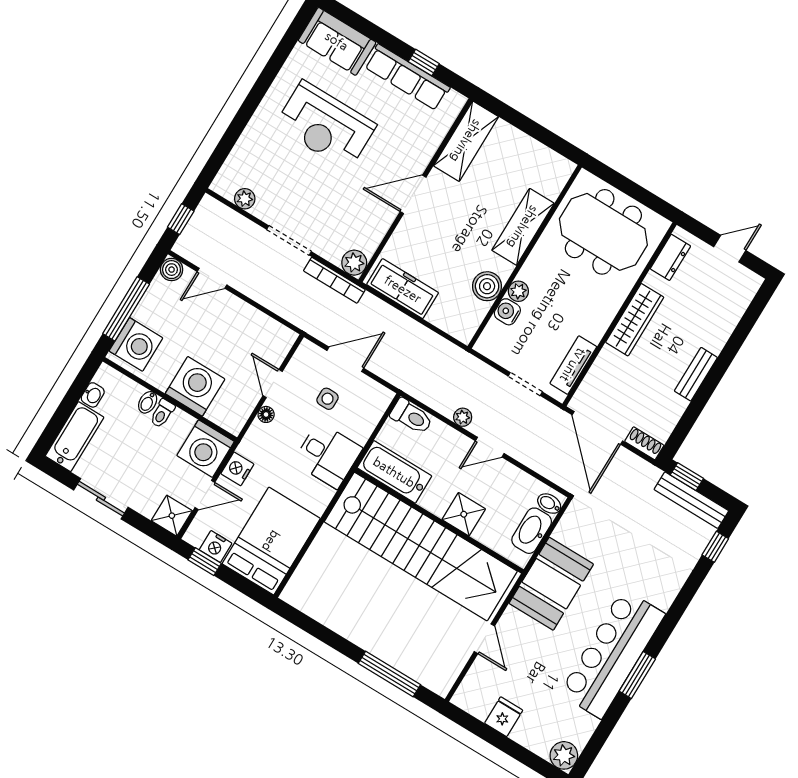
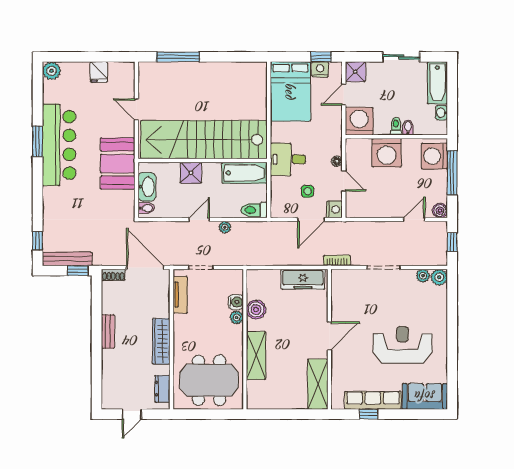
plant: (354, 263) -> (439, 277), moved
bookcase: (334, 280) -> (337, 260), width x0.64
nightstand: (237, 469) -> (334, 209), moved

